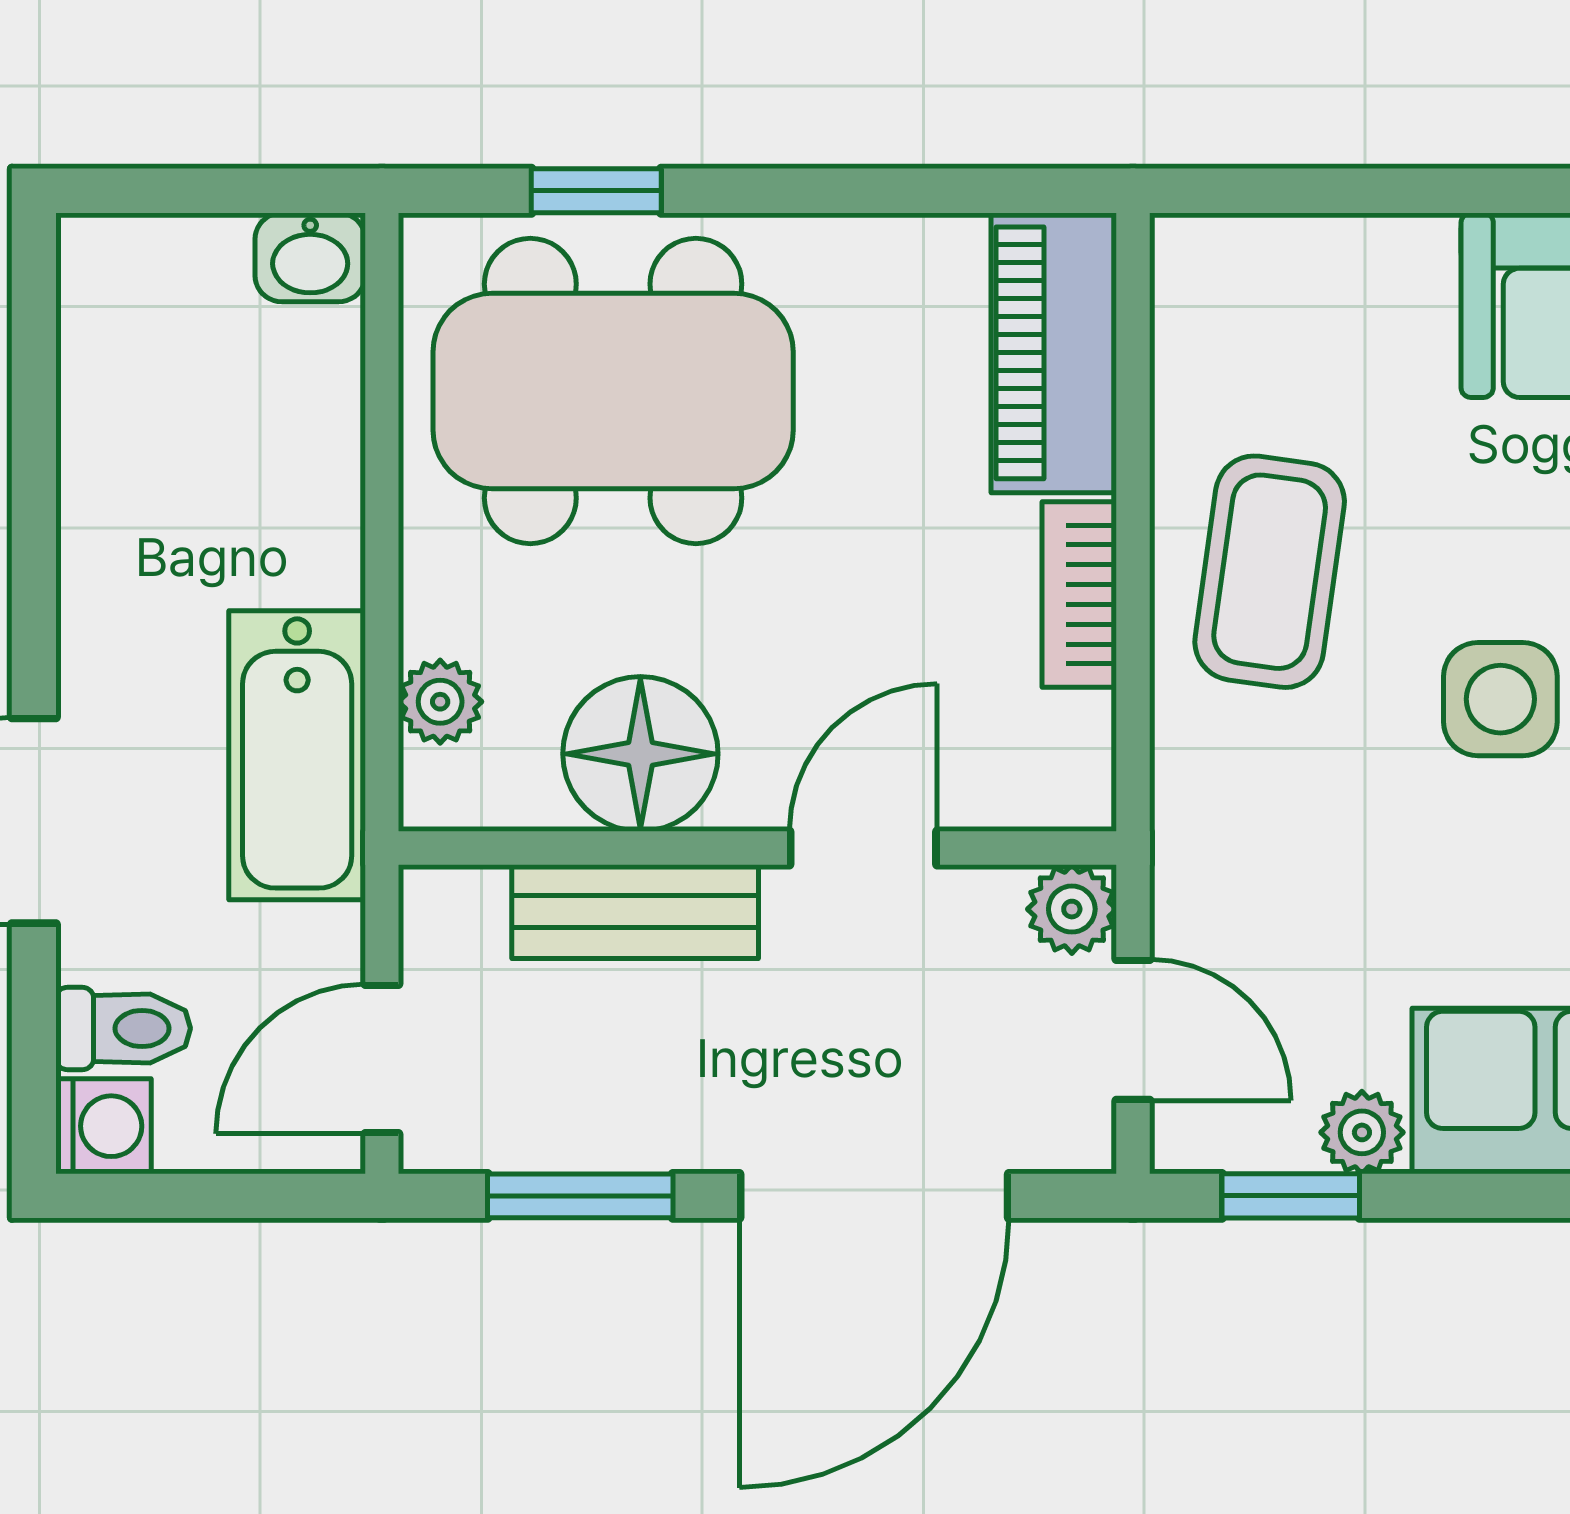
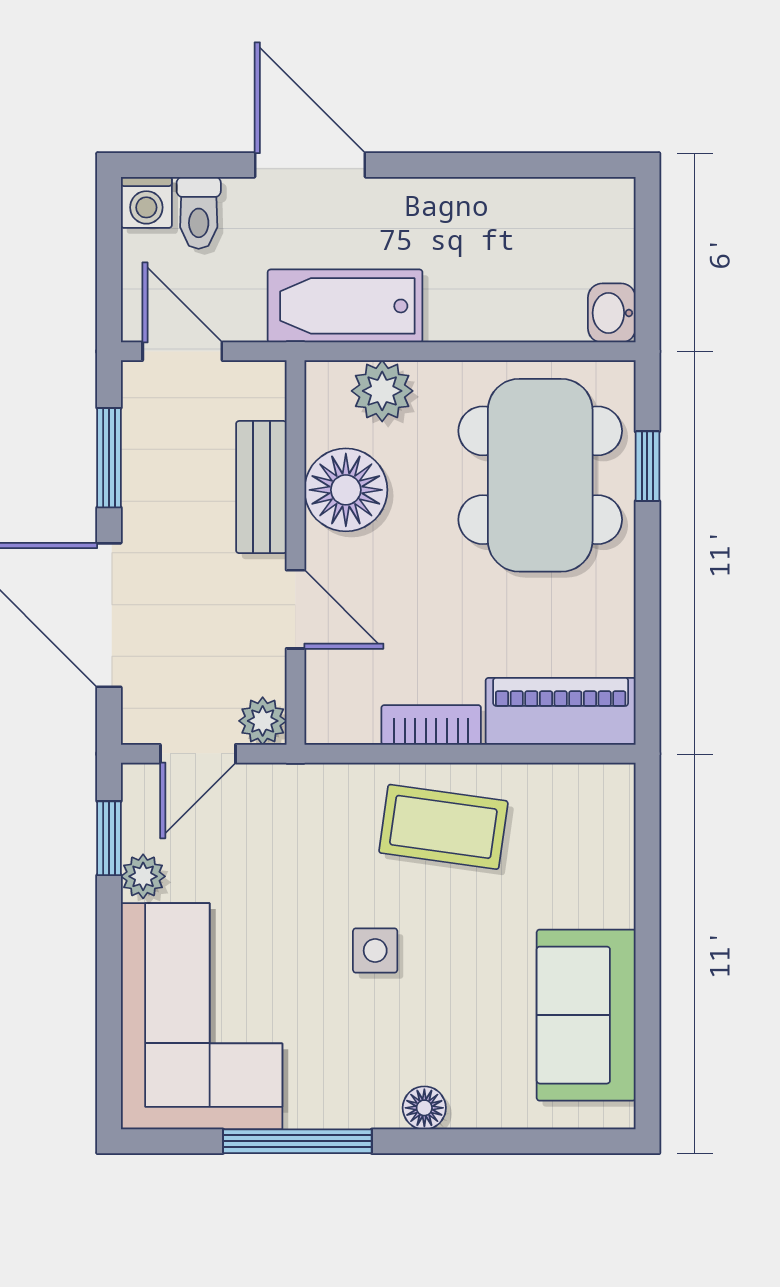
side table: (1500, 699) -> (375, 951), width x0.73, depth x0.73
plant: (440, 702) -> (382, 391), width x1.38, depth x1.38

